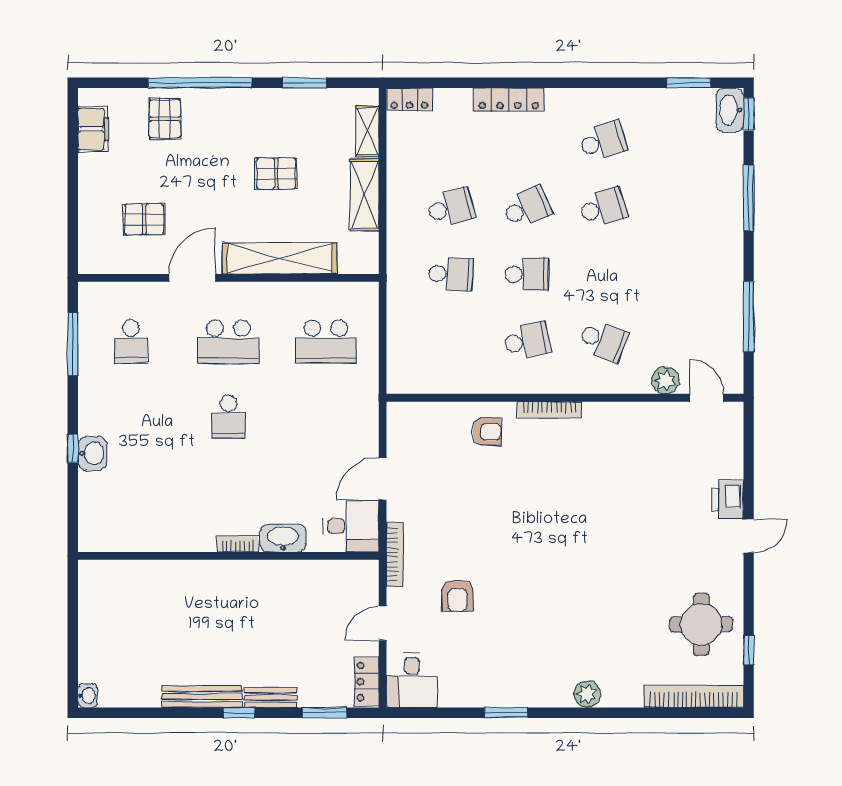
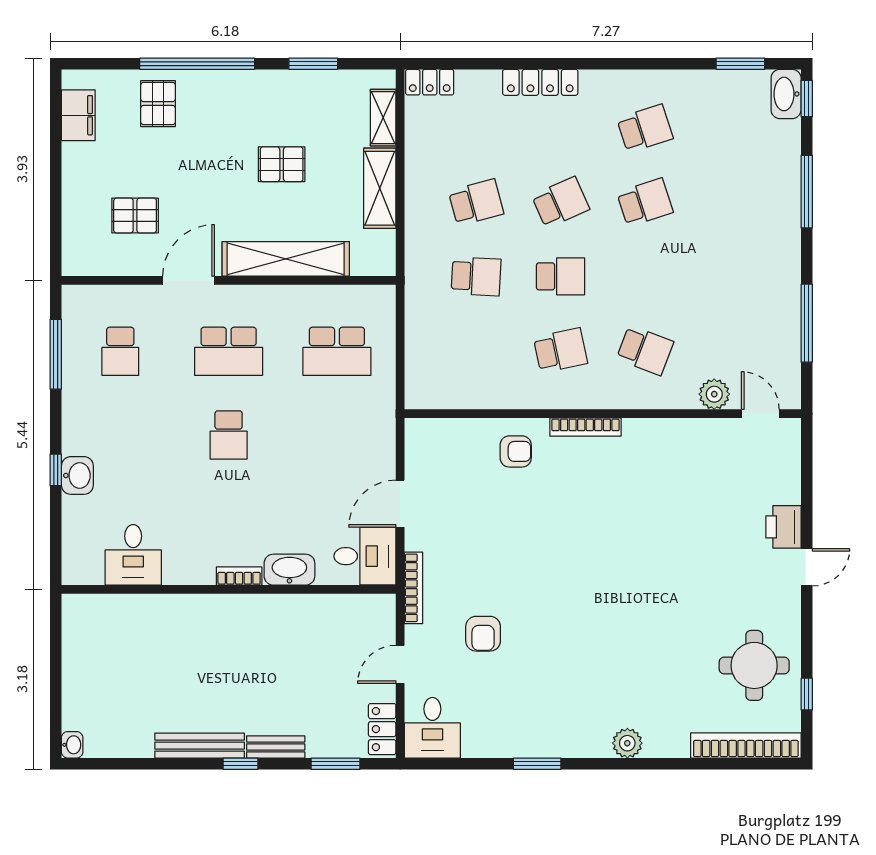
desk: (142, 525) -> (133, 555), added

